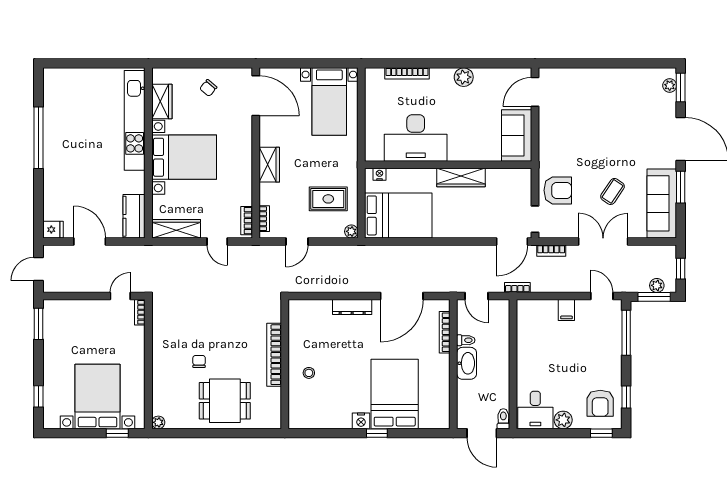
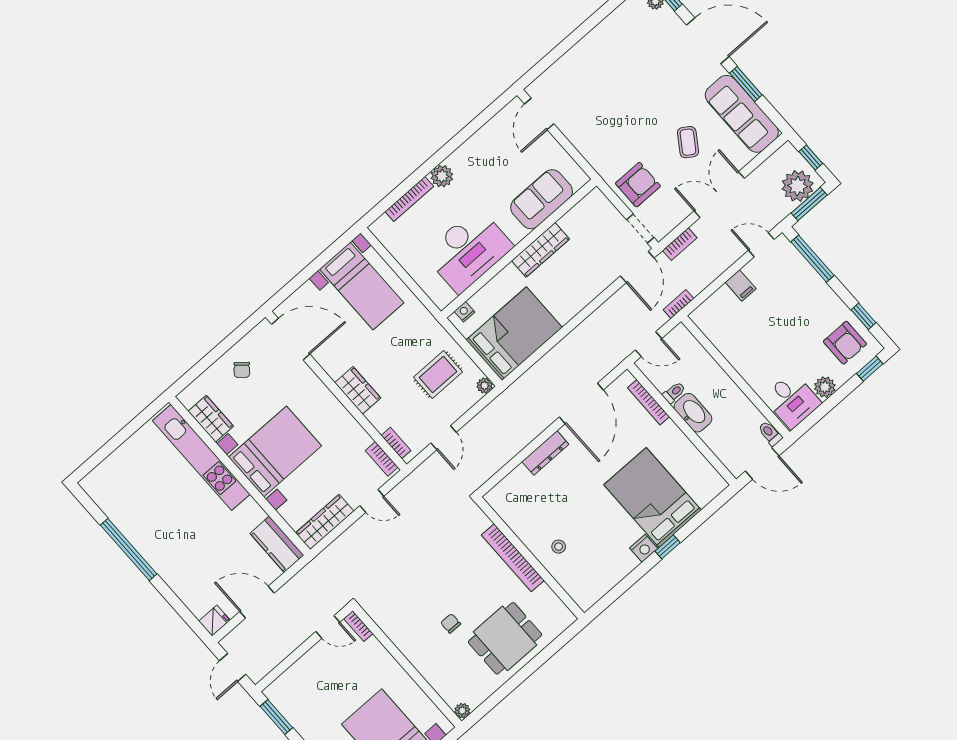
plant: (464, 77) -> (442, 176), moved
sofa: (517, 136) -> (542, 199), moved, turned 90
plant: (657, 285) -> (798, 186), width x1.88, depth x1.88
door: (120, 296) -> (328, 627), swing flipped

